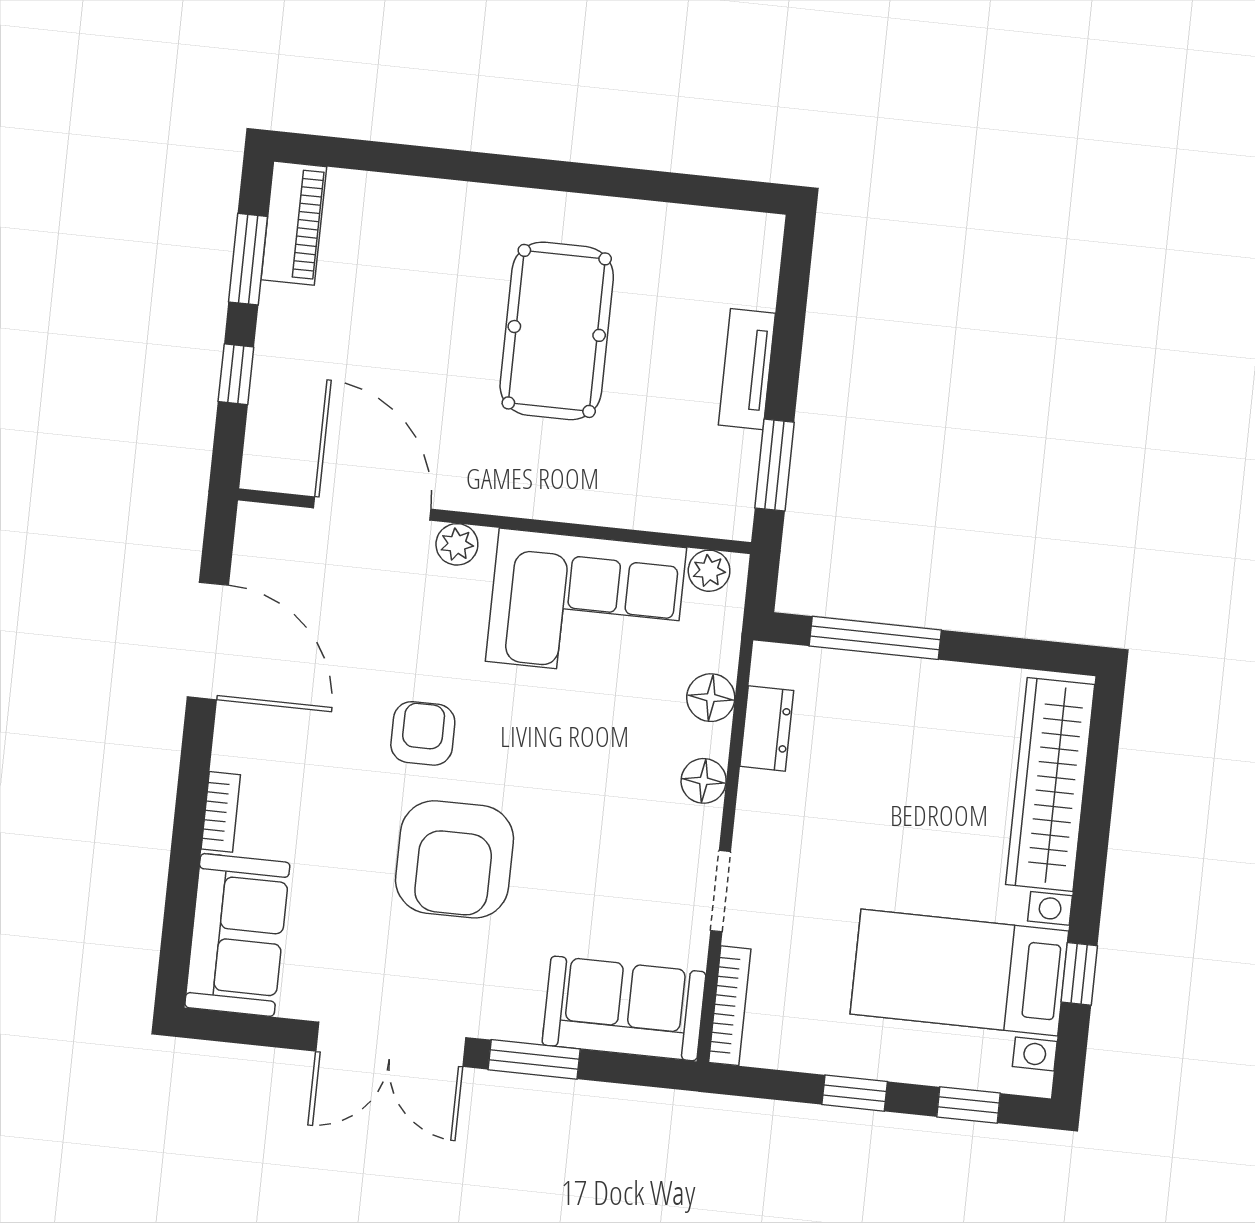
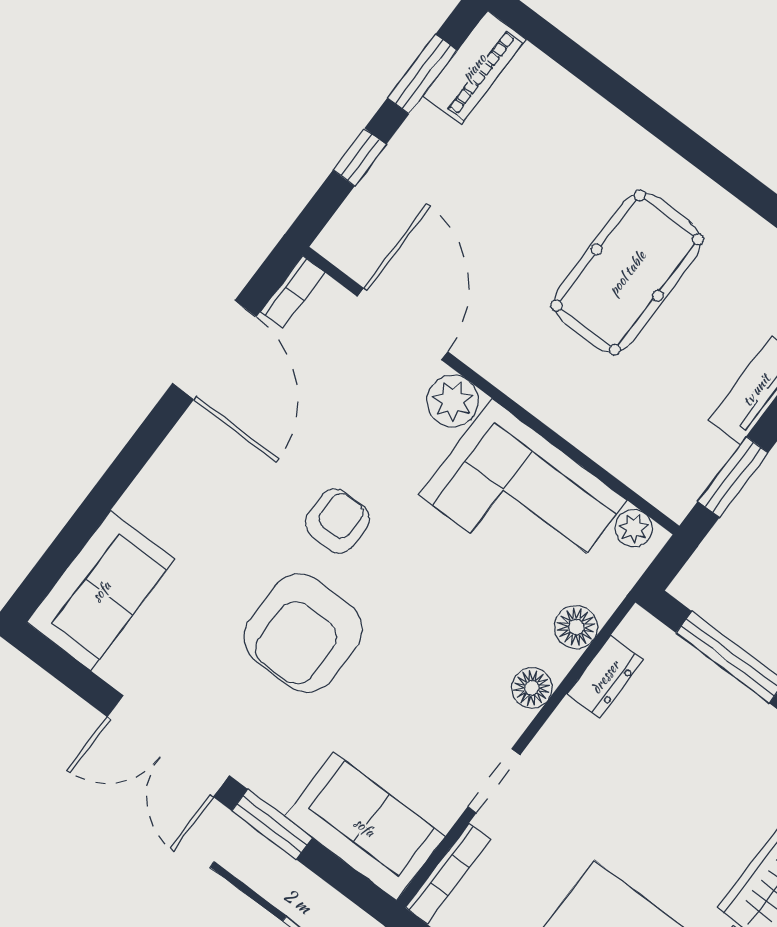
plant: (457, 544) -> (453, 401), width x1.38, depth x1.38
bookcase: (221, 812) -> (293, 292), moved

